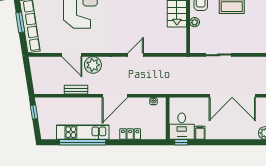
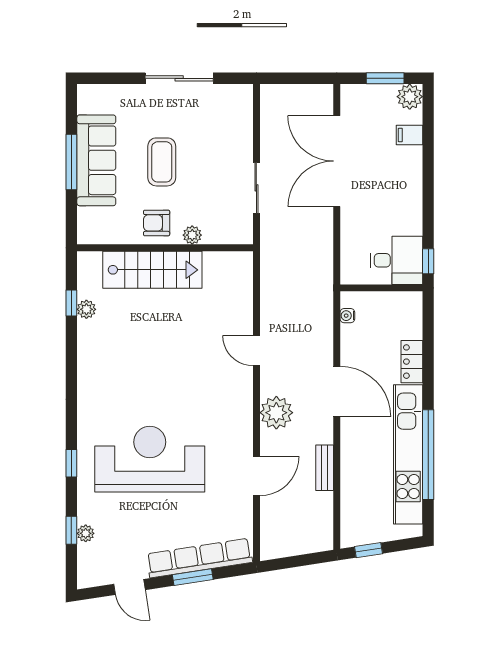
plant: (93, 65) -> (276, 413), moved
double door: (232, 96) -> (337, 161), swing flipped
kitchen unit: (83, 132) -> (408, 454), width x1.36
filing cabinet: (200, 133) -> (409, 135), moved

